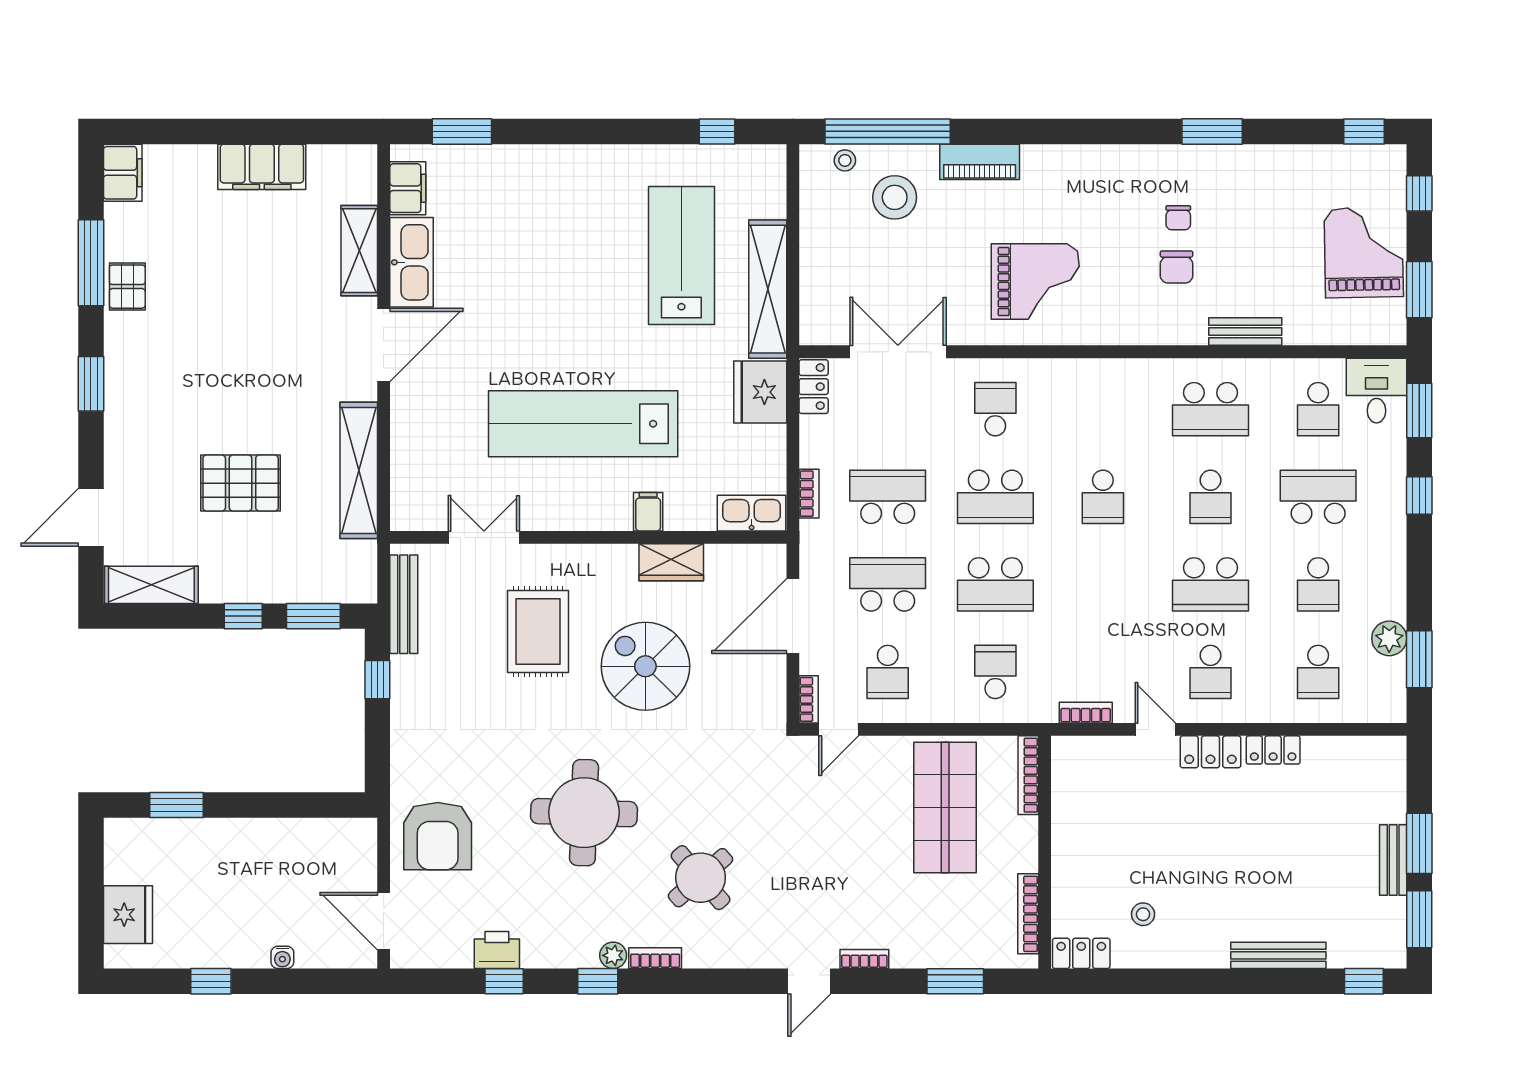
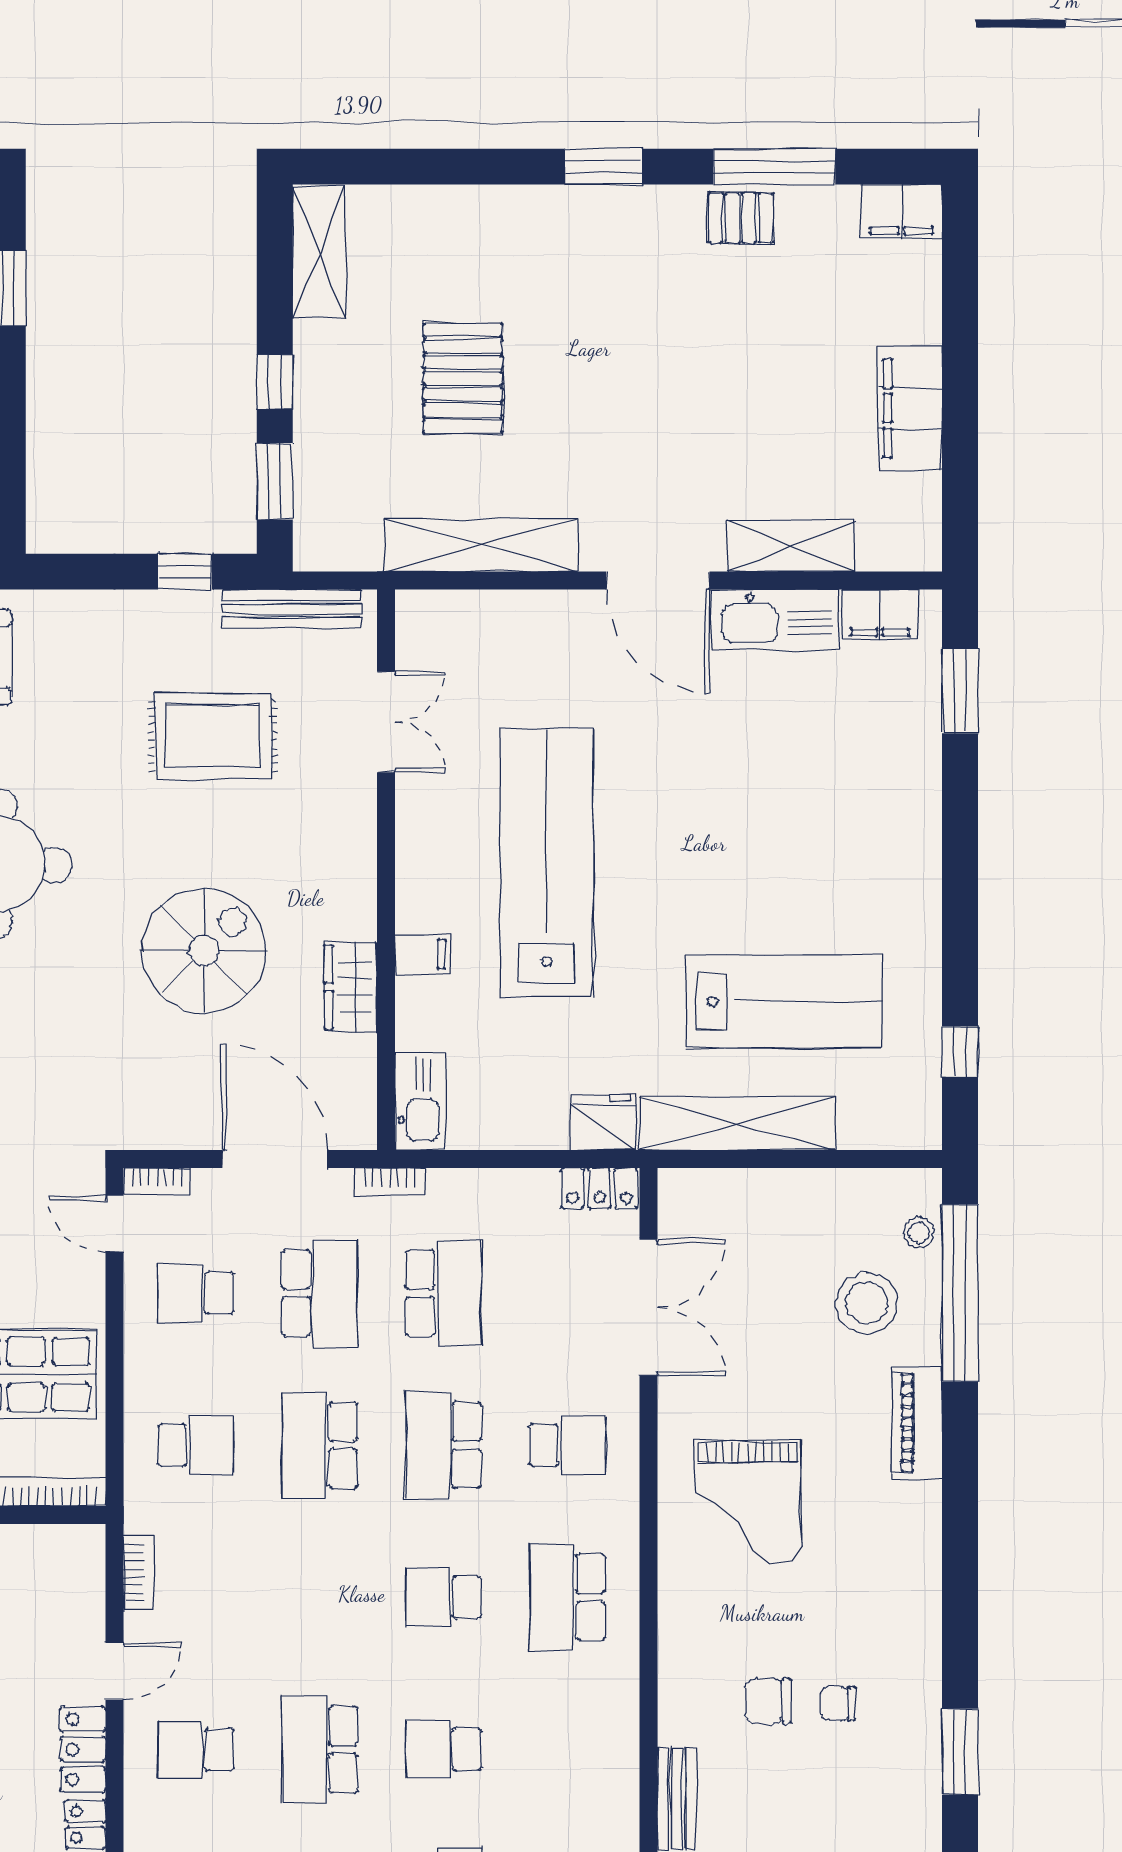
fridge: (760, 392) -> (603, 1122), width x0.73, depth x0.75
school desk: (1211, 409) -> (567, 1597), moved
bookcase: (809, 494) -> (390, 1182), moved
door: (91, 517) -> (415, 167), removed
rug: (538, 632) -> (213, 736), moved

